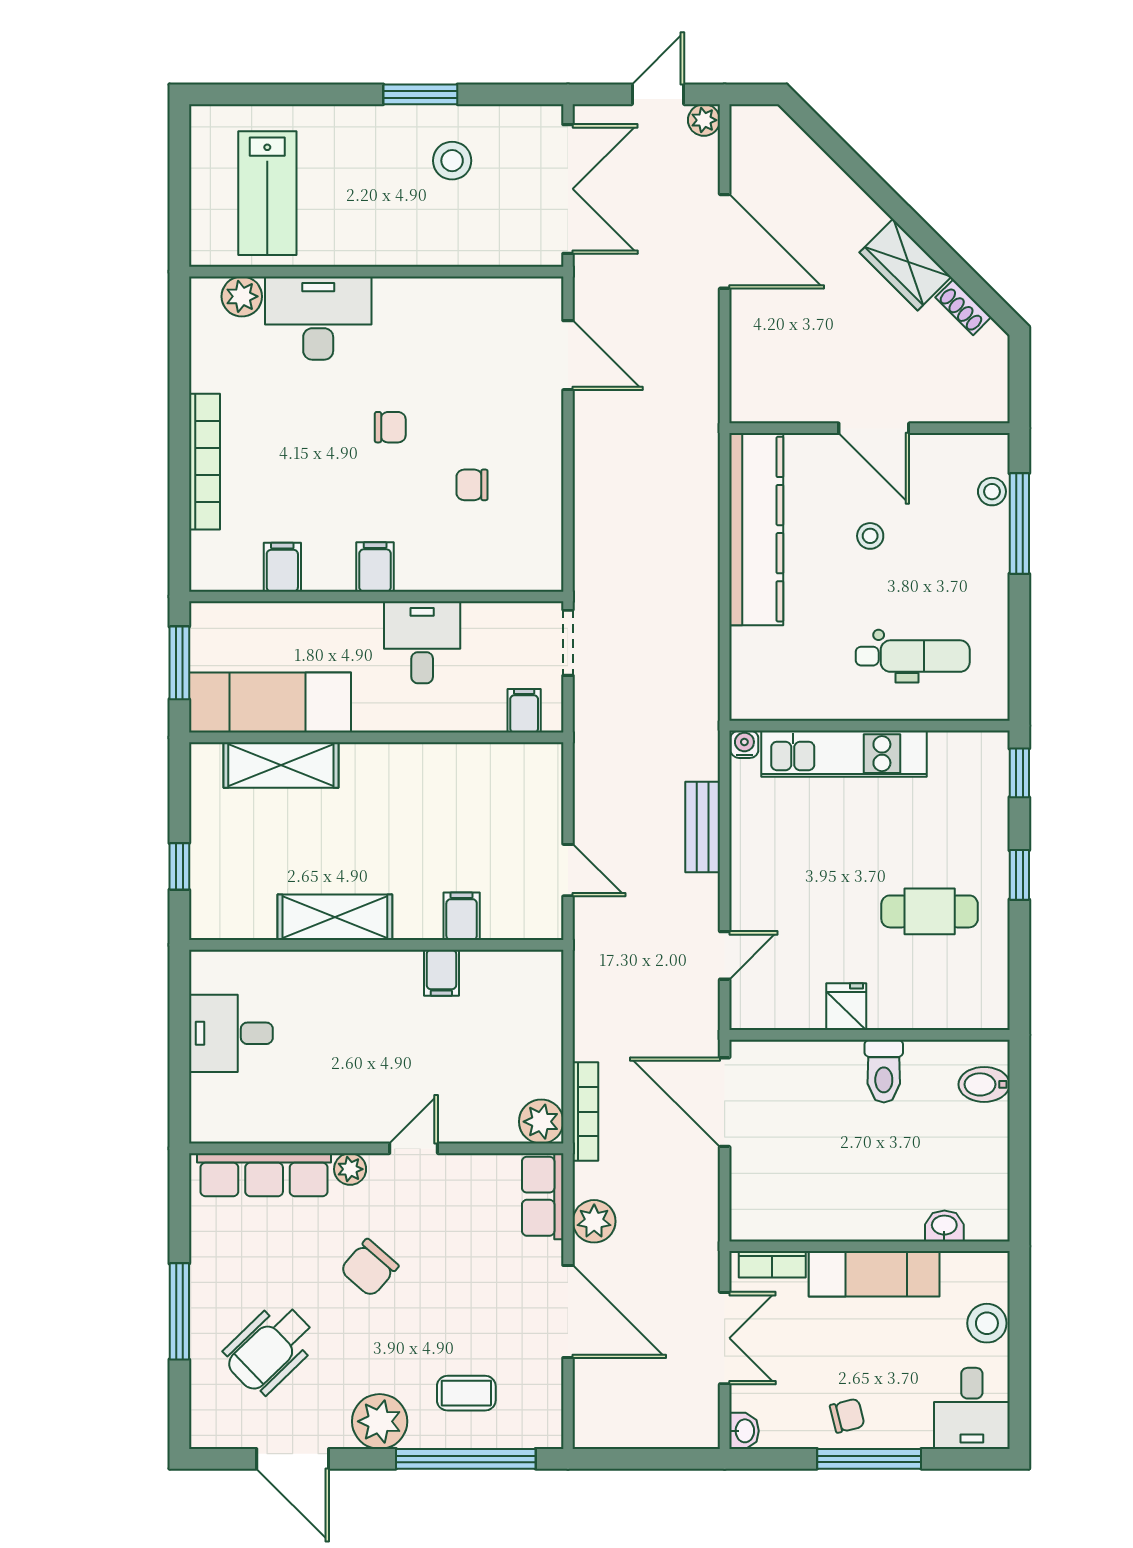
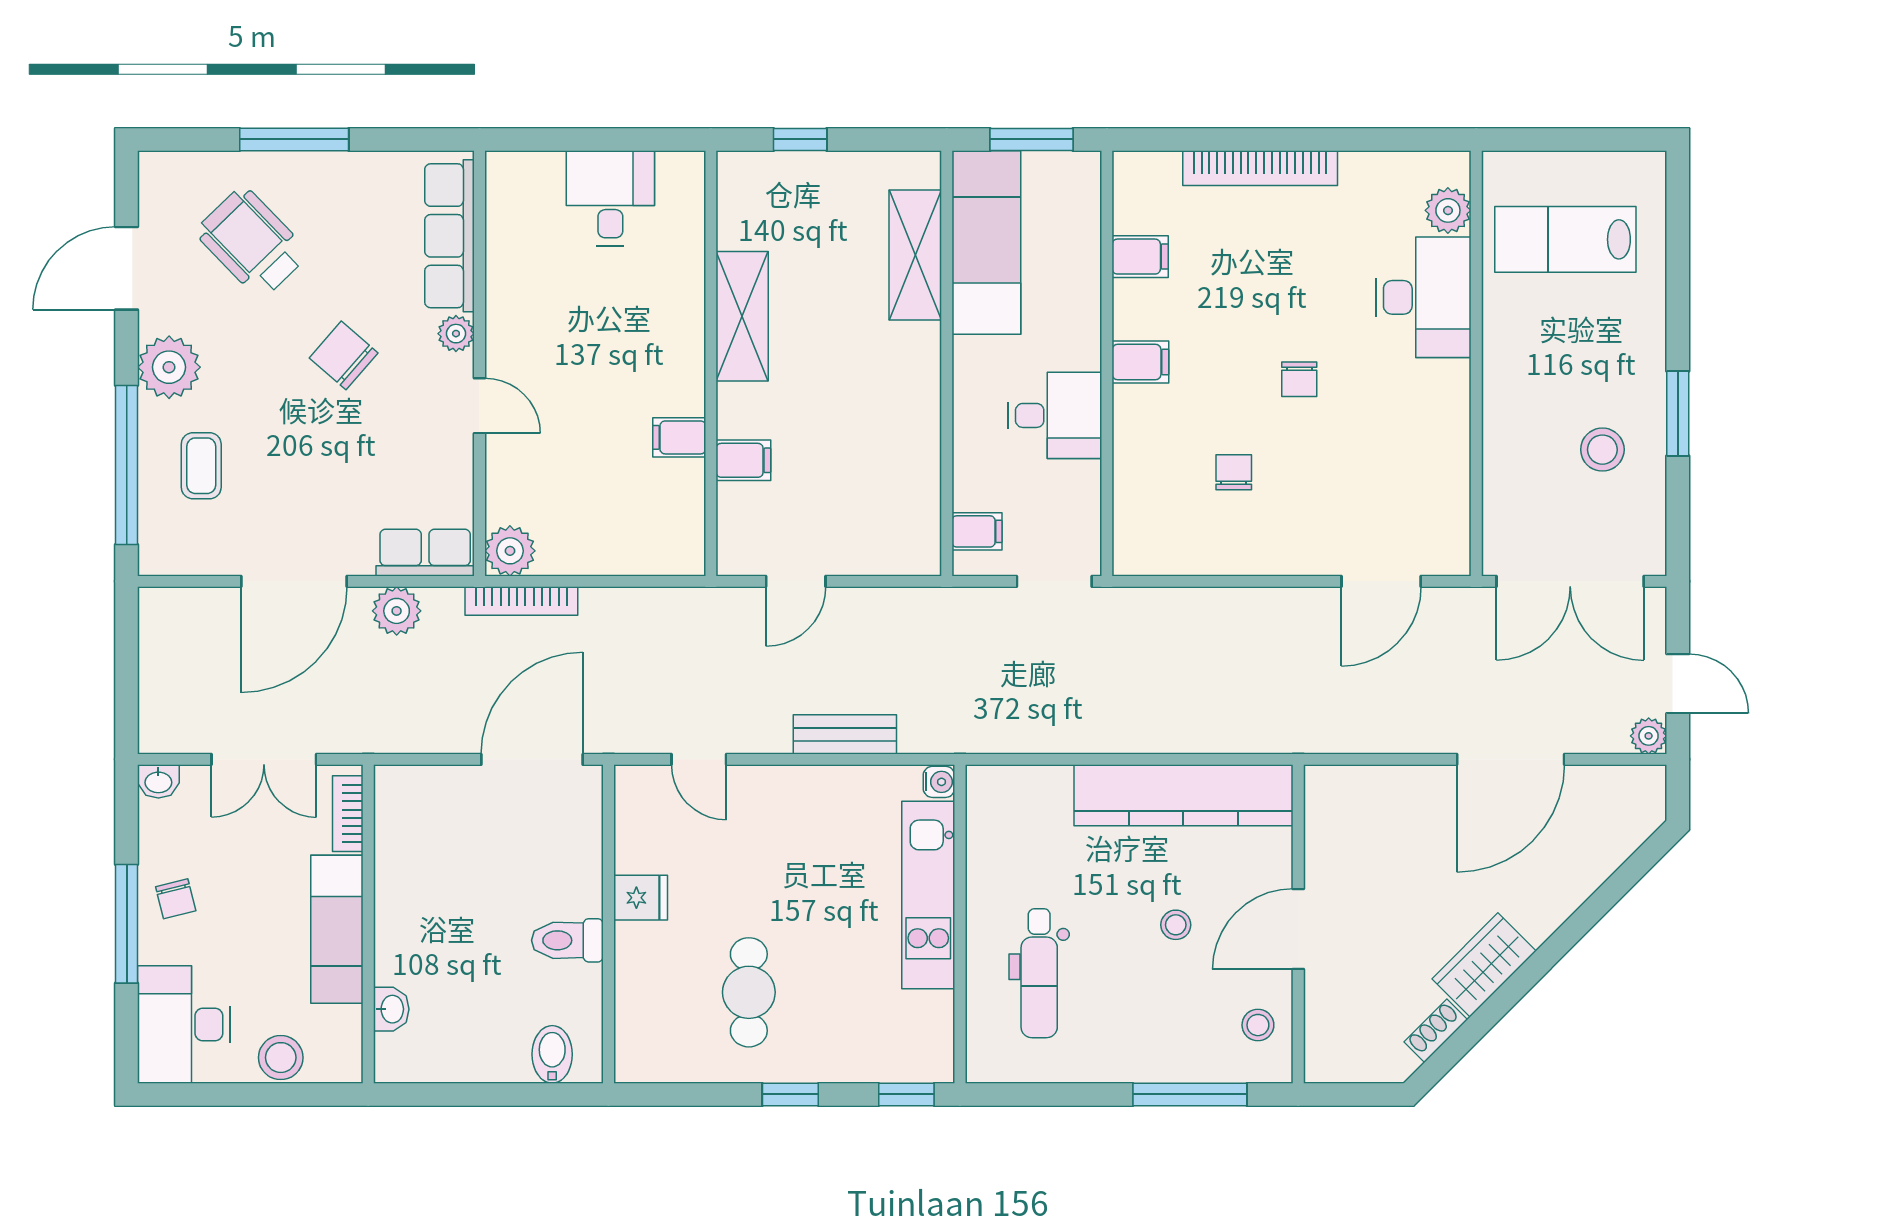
stool: (992, 492) -> (1258, 1025), moved
desk: (972, 1408) -> (184, 1024), width x1.37

